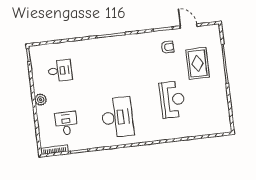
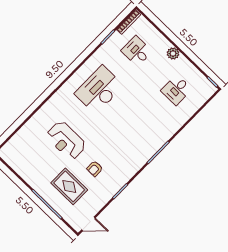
door: (189, 26) -> (88, 224), moved
armchair: (167, 47) -> (95, 169), moved
desk: (117, 117) -> (99, 90), turned 90
desk: (66, 123) -> (137, 51), turned 180

